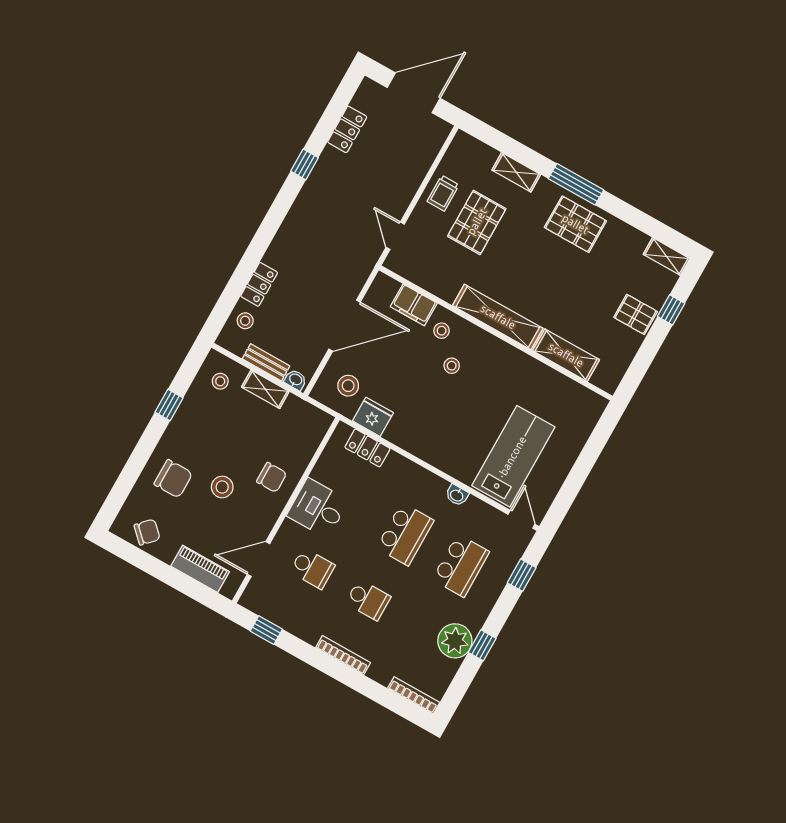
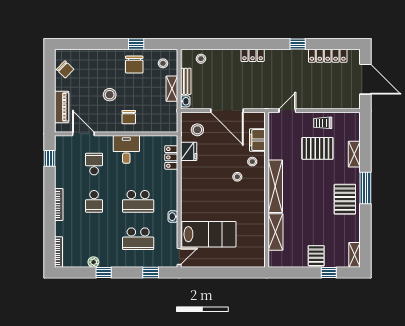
locker: (347, 129) -> (328, 56), width x1.53
locker: (259, 284) -> (253, 55), moved
chair: (173, 479) -> (134, 65), moved
school desk: (312, 568) -> (94, 164), turned 180
plant: (455, 641) -> (93, 262), width x0.53, depth x0.53

